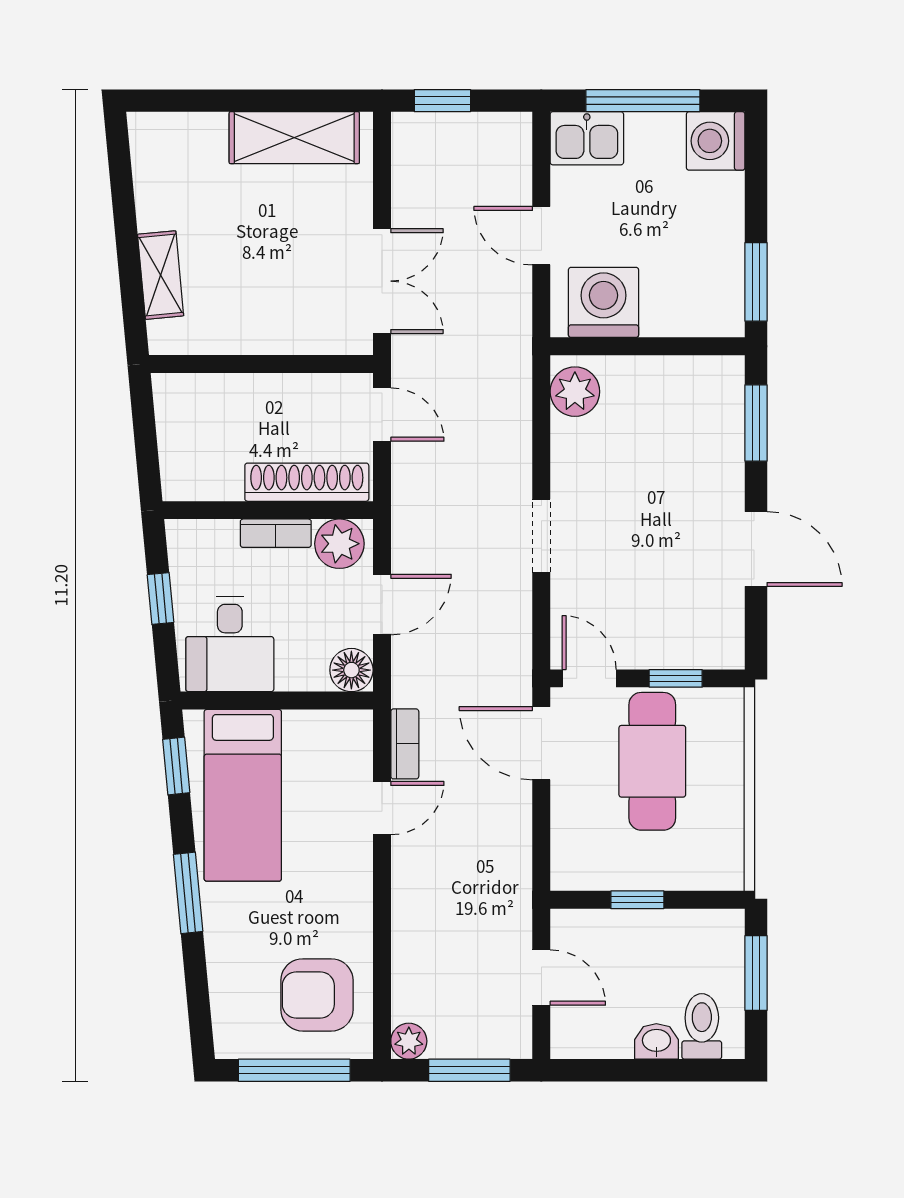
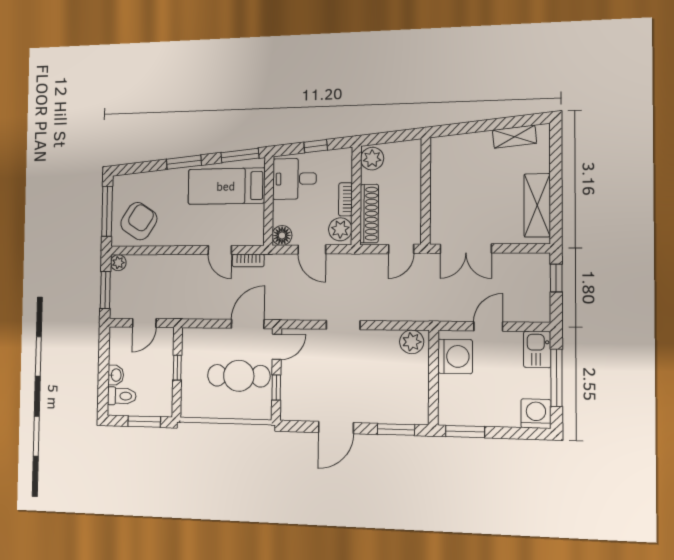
shelving: (161, 275) -> (514, 137), moved
plant: (190, 477) -> (372, 159), added
window: (176, 766) -> (240, 155), width x1.50
armchair: (317, 995) -> (139, 221), turned 33

